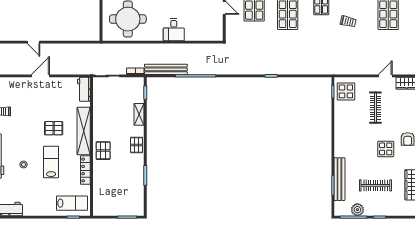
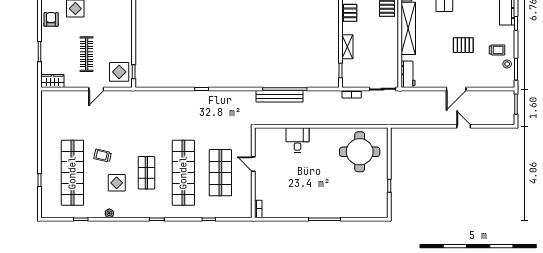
trolley: (348, 21) -> (103, 156), moved
desk: (174, 30) -> (298, 140), moved
bench: (166, 69) -> (280, 96), moved
door: (385, 76) -> (96, 89), moved
pallet: (54, 128) -> (463, 45), moved

